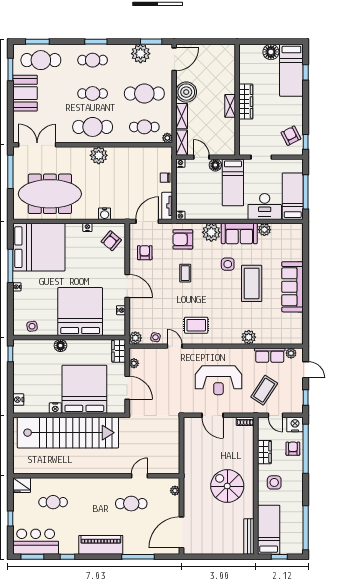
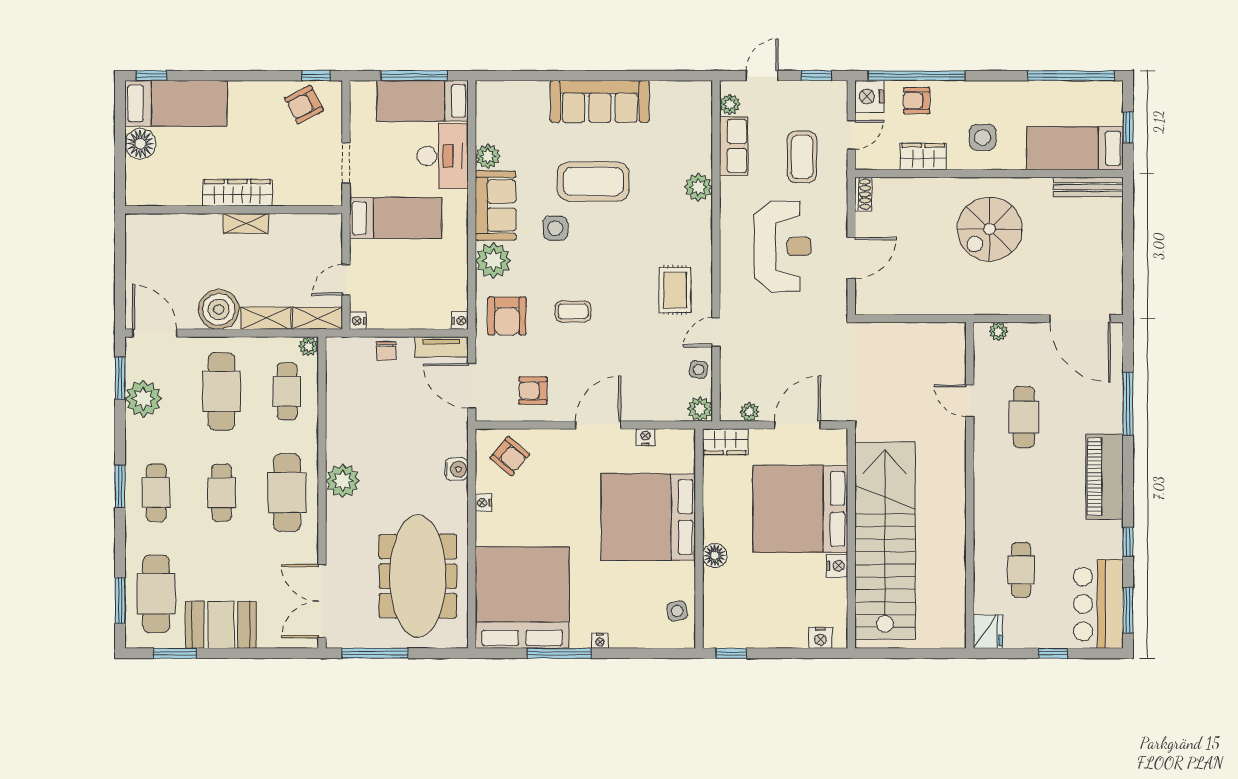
window: (306, 72) -> (151, 76), moved
floor lamp: (215, 165) -> (362, 252), removed
coffee table: (264, 390) -> (802, 157), turned 57

